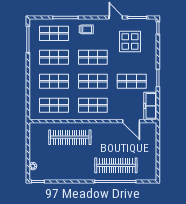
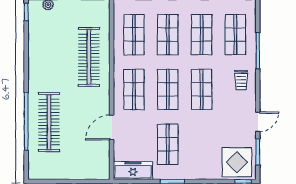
display table: (130, 42) -> (237, 162), moved
door: (131, 121) -> (112, 127), moved

